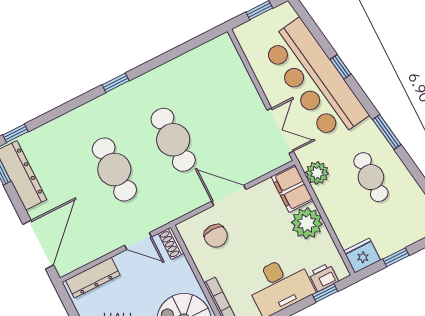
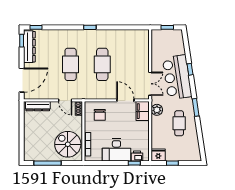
bar counter: (315, 80) -> (177, 77), width x0.73
door: (229, 195) -> (125, 100), moved
plant: (307, 223) -> (142, 129), removed

